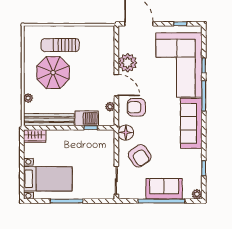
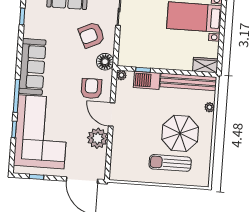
sun lounger: (60, 45) -> (170, 163), turned 180
plant: (110, 107) -> (121, 75), moved
armchair: (136, 107) -> (91, 89), turned -90
armchair: (140, 156) -> (92, 35), turned -81

